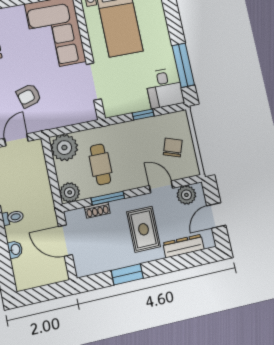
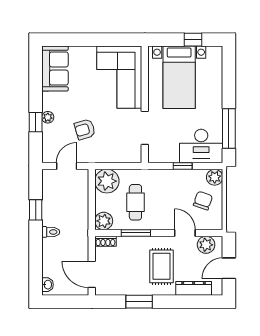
desk: (164, 88) -> (201, 146), width x1.37
plant: (180, 120) -> (215, 177), added
shoe rack: (97, 210) -> (105, 241), moved
door: (65, 241) -> (92, 274), moved
washbasin: (15, 249) -> (48, 285), moved

